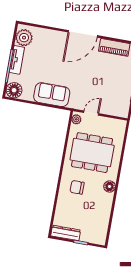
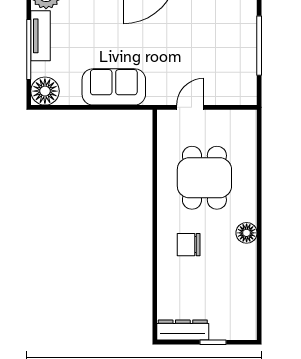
plant: (76, 119) -> (166, 123), removed
dining table: (92, 153) -> (204, 178), width x0.73

